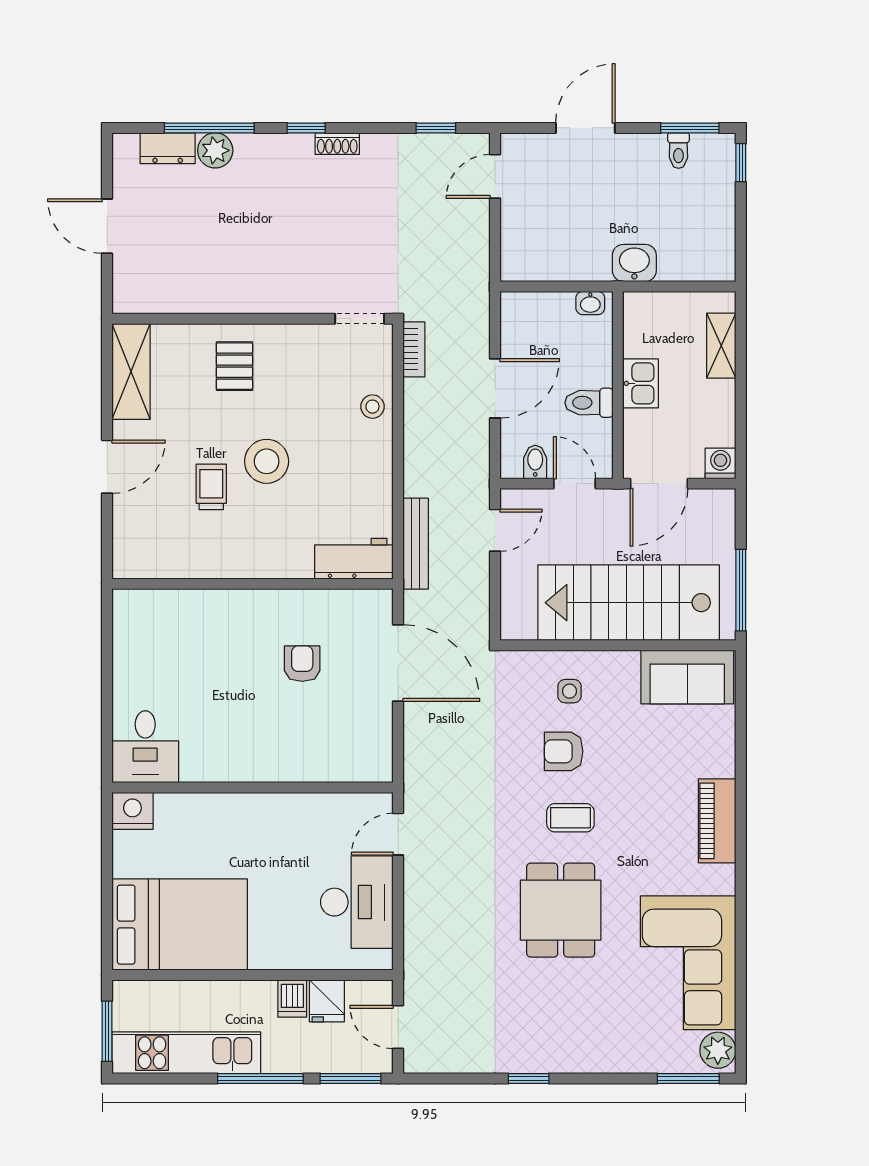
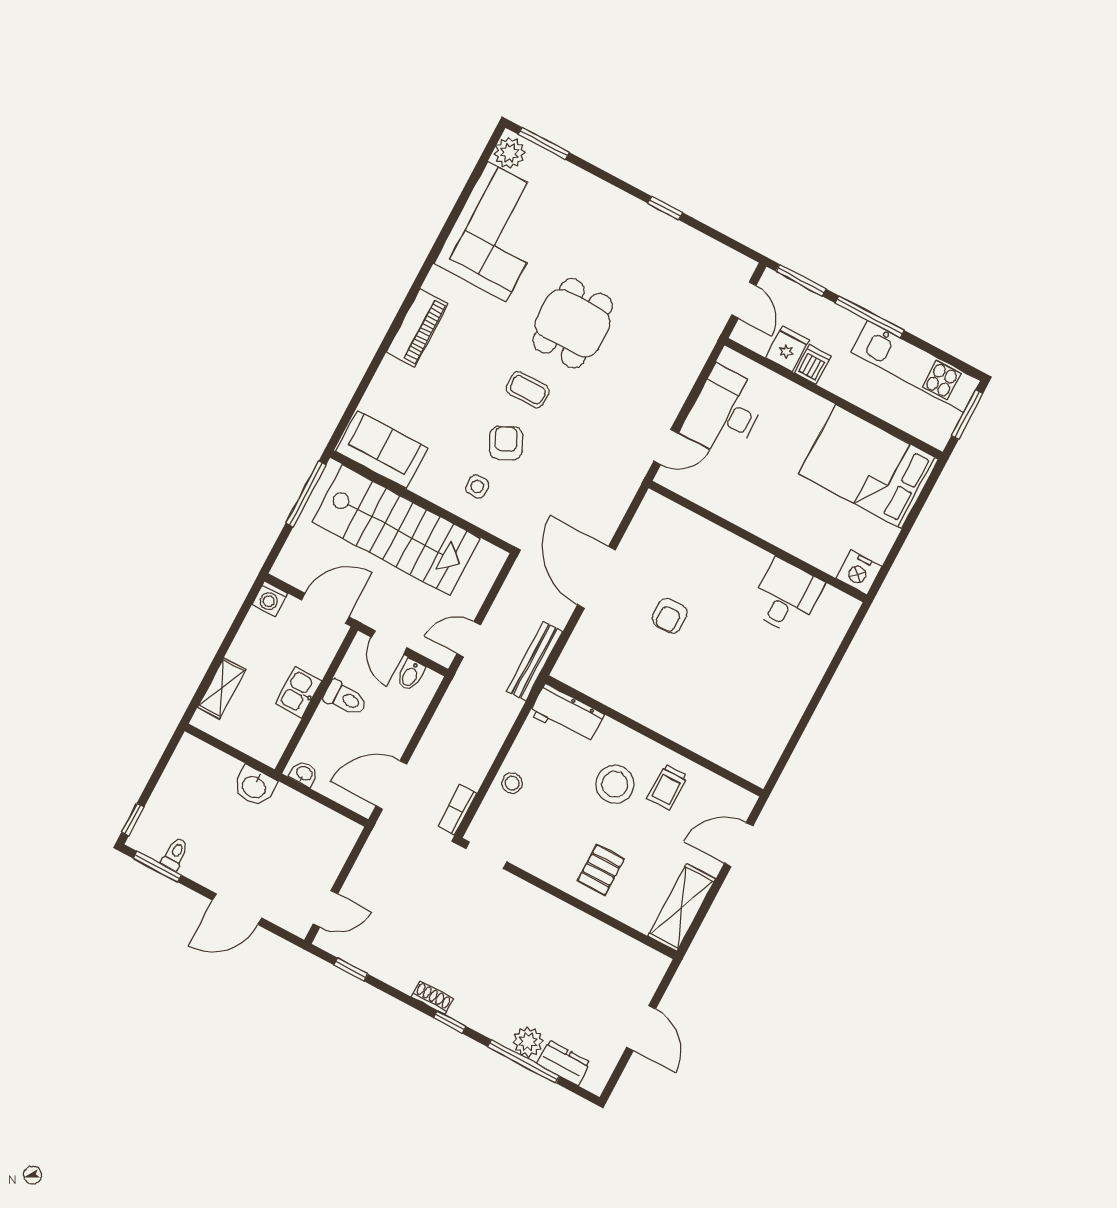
door: (495, 388) -> (391, 785), moved
workbench: (354, 559) -> (567, 714), moved
wall: (253, 584) -> (654, 736), moved
desk: (145, 747) -> (786, 596), moved
armchair: (564, 751) -> (506, 443), turned -116

